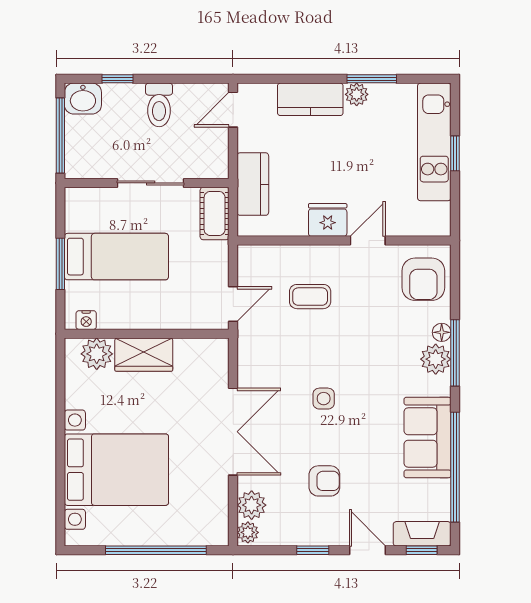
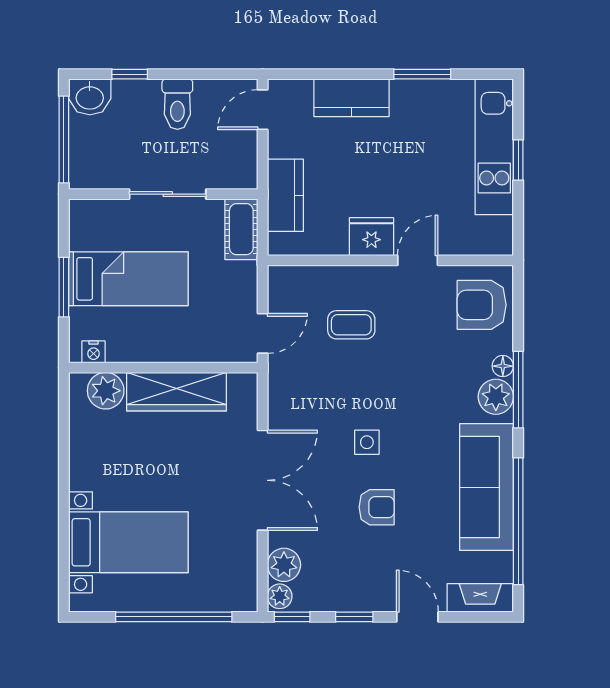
plant: (357, 94) -> (405, 92), removed
armchair: (423, 279) -> (482, 305), turned 90
wardrobe: (144, 355) -> (176, 392), width x1.50
sofa: (427, 437) -> (486, 487), width x1.36
bed with nightstands: (116, 470) -> (128, 542), width x0.73
armchair: (324, 481) -> (377, 507), moved
window: (422, 550) -> (292, 617), moved

